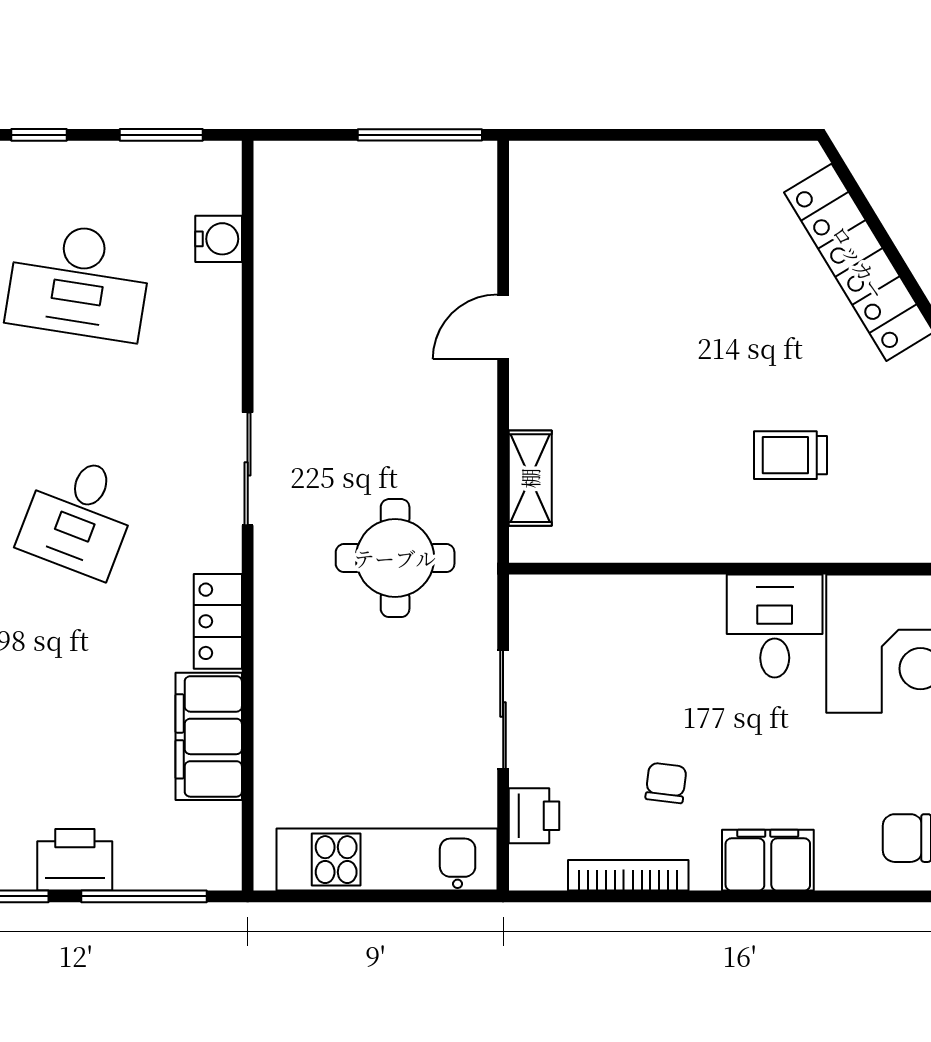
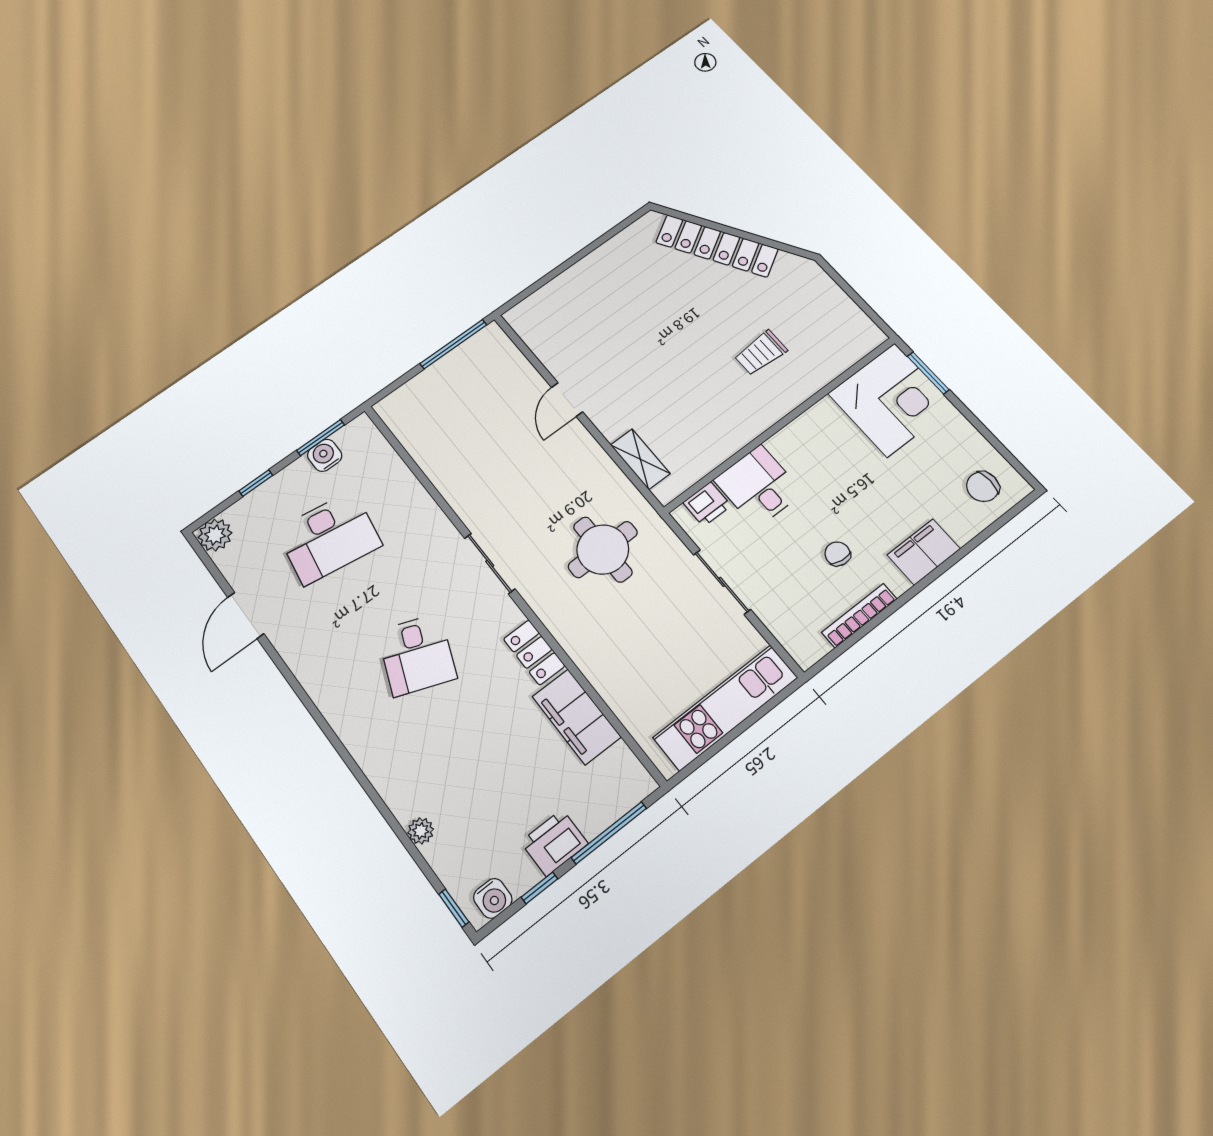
water cooler: (219, 239) -> (325, 455), moved, turned -90
desk: (775, 626) -> (758, 486), moved
printer: (534, 816) -> (707, 504), moved, turned 90

